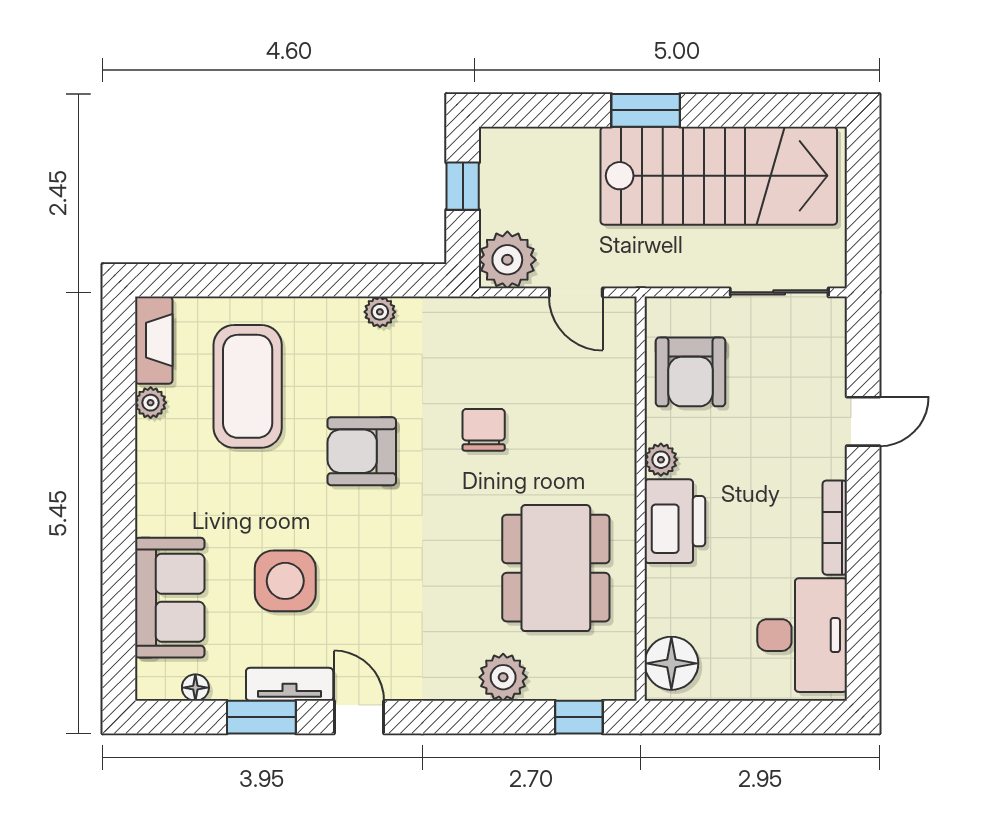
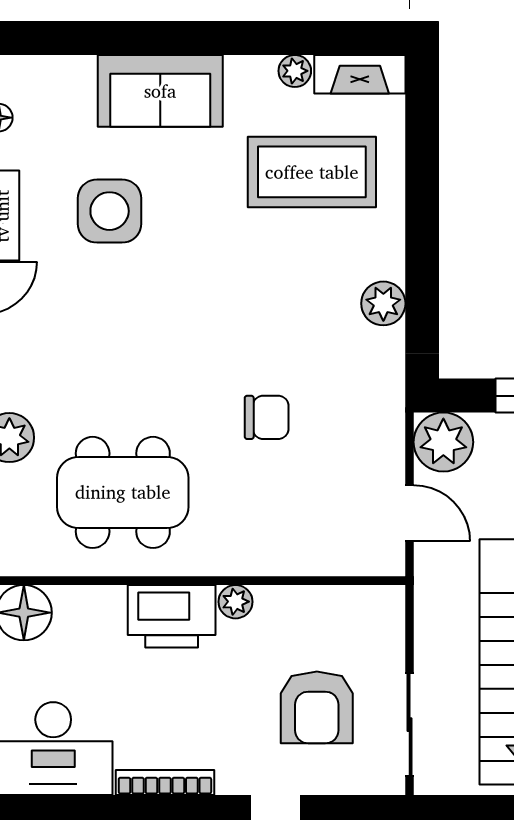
door: (576, 292) -> (410, 513), swing flipped
plant: (380, 312) -> (383, 303), width x1.38, depth x1.38
armchair: (691, 372) -> (317, 707), moved, turned -90
armchair: (362, 451) -> (244, 291), removed
sofa: (170, 598) -> (160, 91), moved

